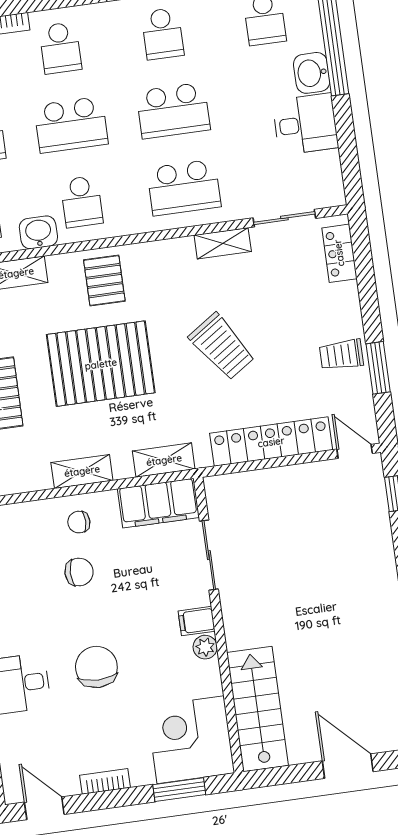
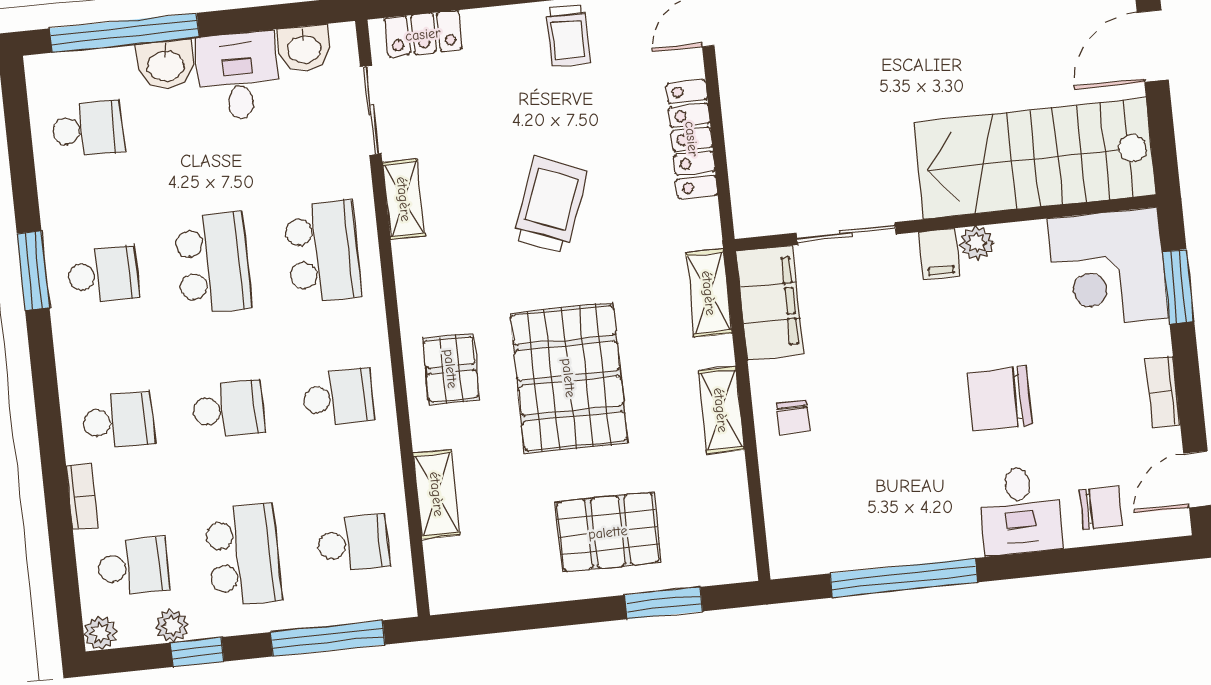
school desk: (71, 125) -> (228, 409), width x0.54
washbasin: (38, 232) -> (304, 48), moved, turned -90
pallet: (104, 281) -> (451, 369), turned 90
trolley: (222, 347) -> (550, 205), turned -35
locker: (271, 442) -> (692, 139), width x0.71, depth x0.83
chair: (79, 572) -> (1101, 508), moved, turned 90
stairs: (258, 709) -> (1035, 159), width x1.36, depth x1.51

